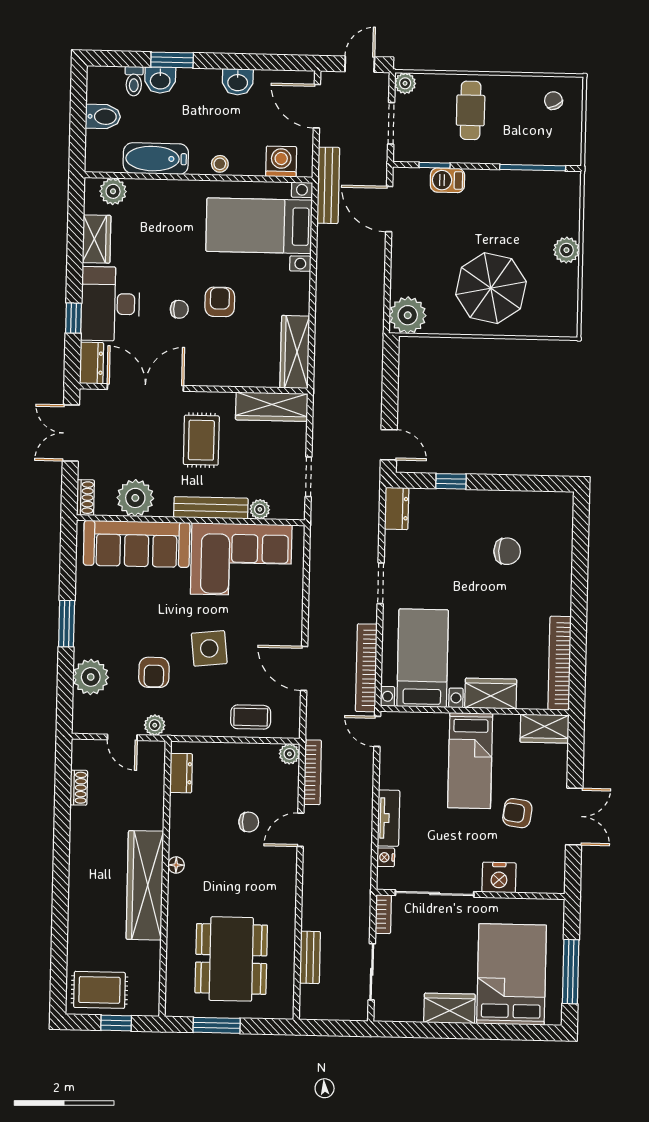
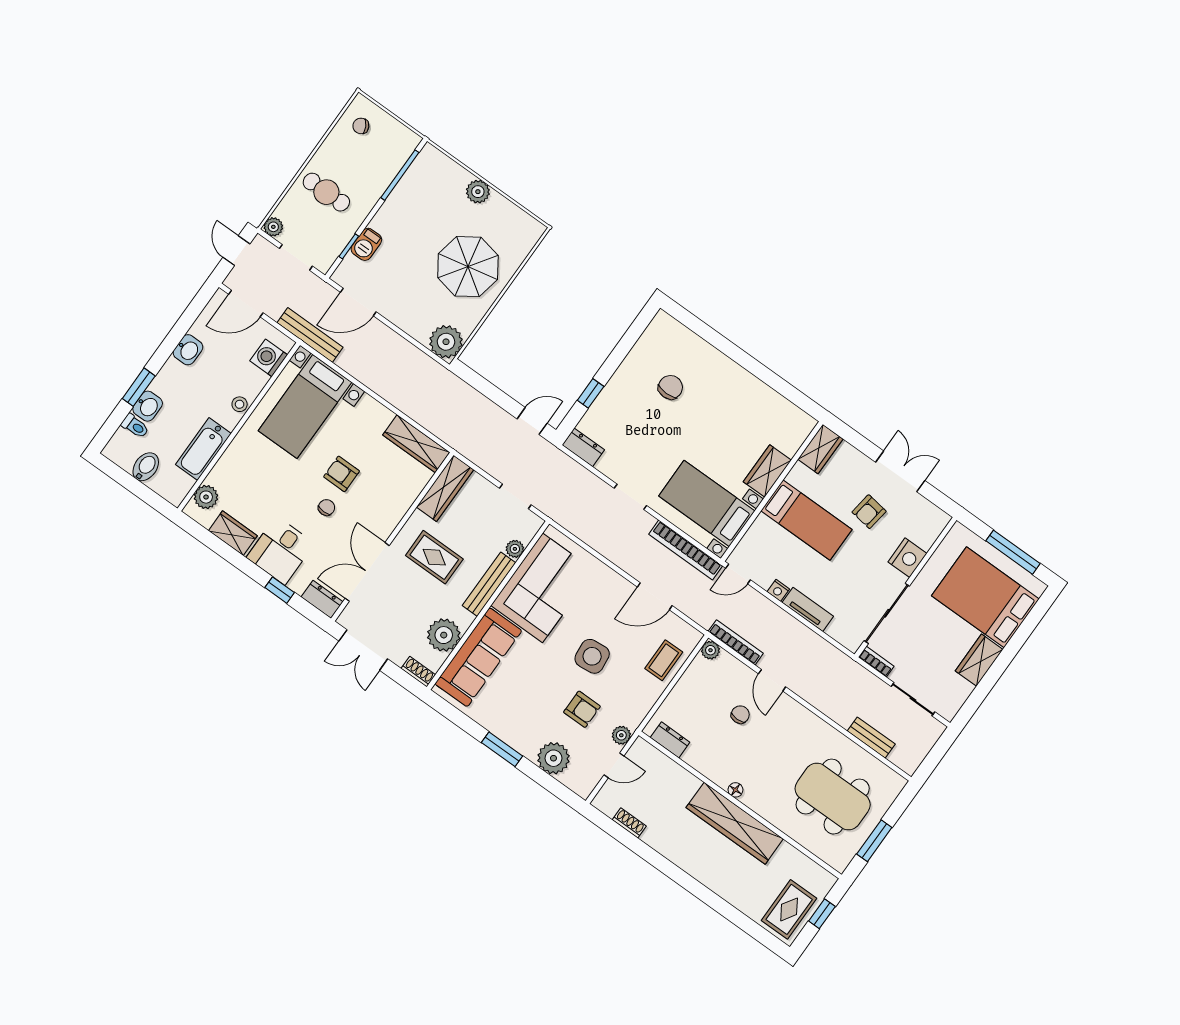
desk: (110, 304) -> (280, 551), width x0.73
bookcase: (560, 663) -> (780, 405), removed
nightstand: (386, 857) -> (778, 590), moved

